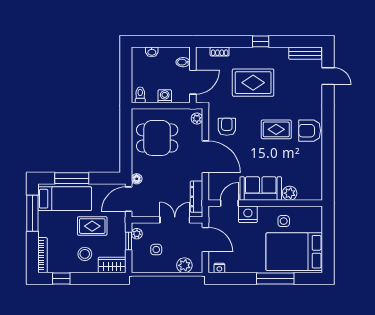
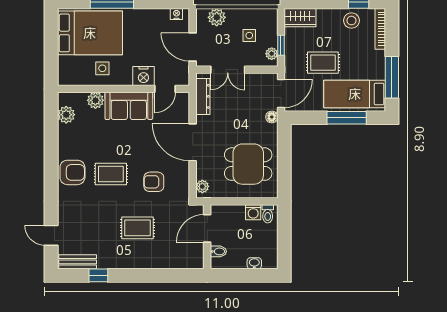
window: (261, 41) -> (98, 275), moved
shoe rack: (220, 52) -> (176, 264), removed
rug: (253, 83) -> (138, 228), width x0.73, depth x0.70
washing machine: (165, 96) -> (253, 212), moved
armchair: (227, 127) -> (154, 182), moved, turned 90
plant: (315, 181) -> (66, 115), added
stool: (85, 254) -> (351, 21), moved

